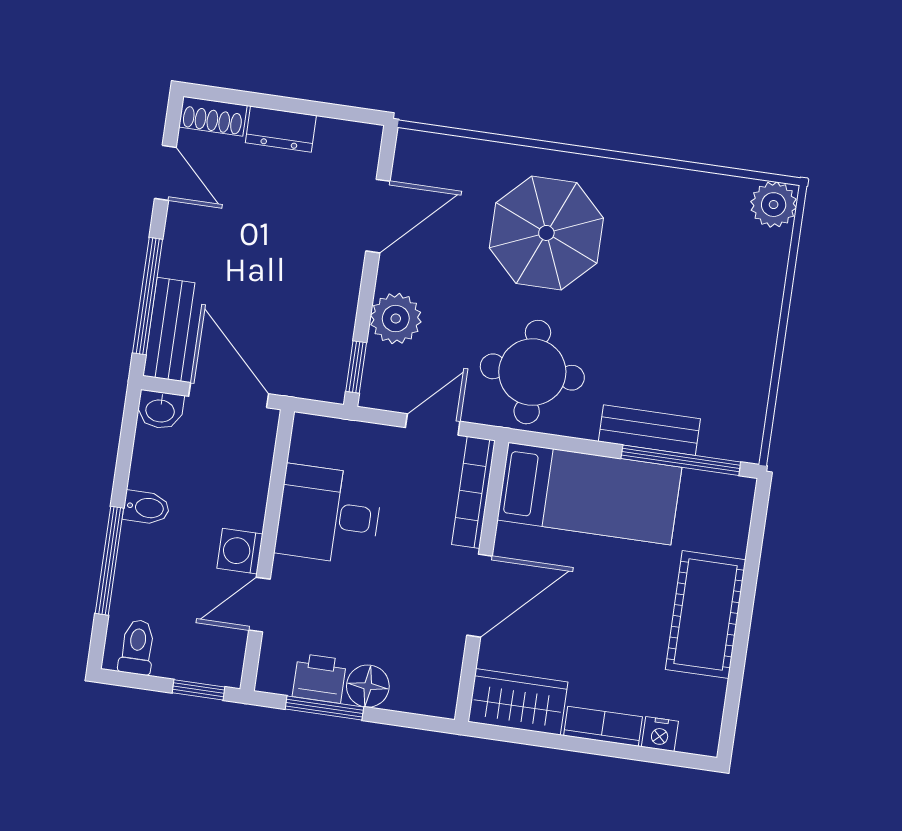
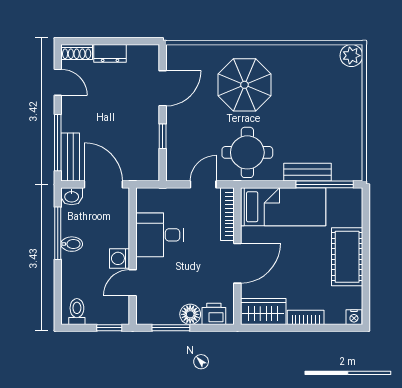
plant: (396, 319) -> (178, 136), removed
window: (356, 367) -> (163, 136), moved
window: (109, 561) -> (58, 233), moved
printer: (319, 678) -> (214, 314), moved
nightstand: (660, 734) -> (354, 317), moved

